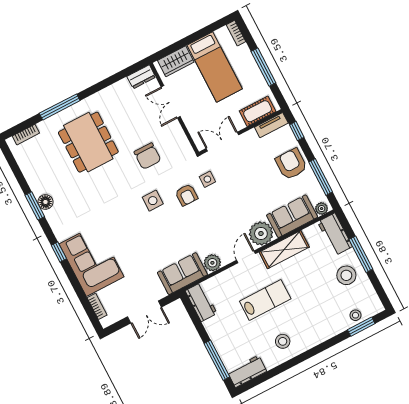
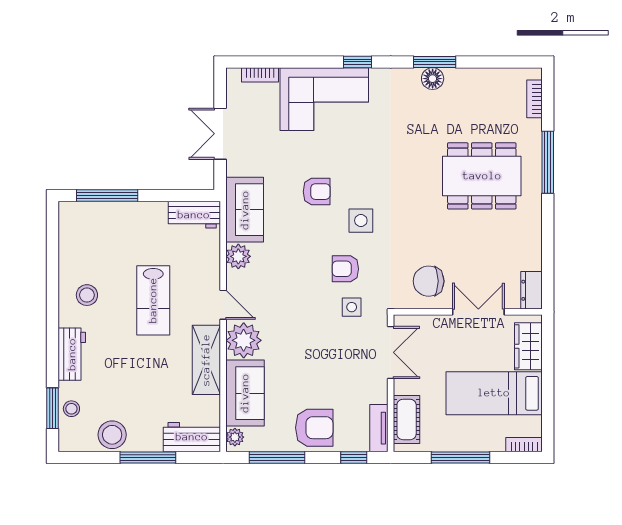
chair: (147, 156) -> (429, 281), moved
armchair: (149, 236) -> (317, 192), added
stool: (346, 275) -> (112, 435), moved
workbench: (247, 371) -> (72, 354), moved

